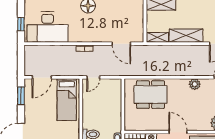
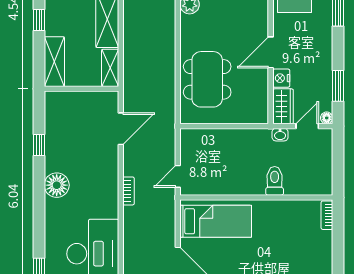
door: (93, 77) -> (178, 176), swing flipped
door: (178, 132) -> (271, 52), moved

